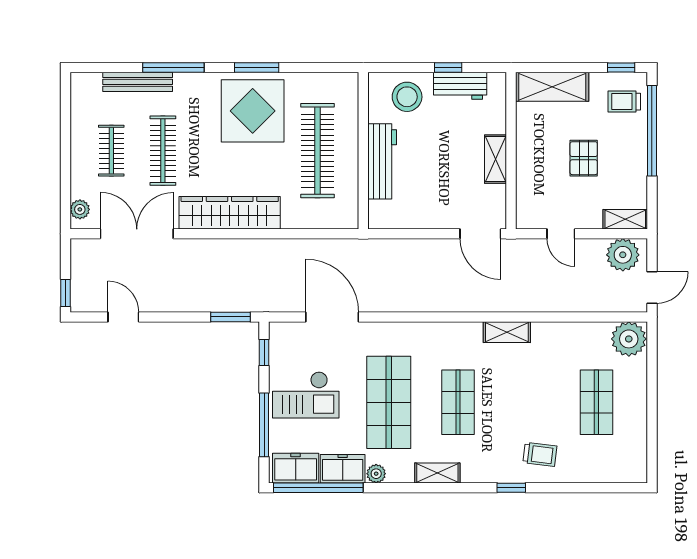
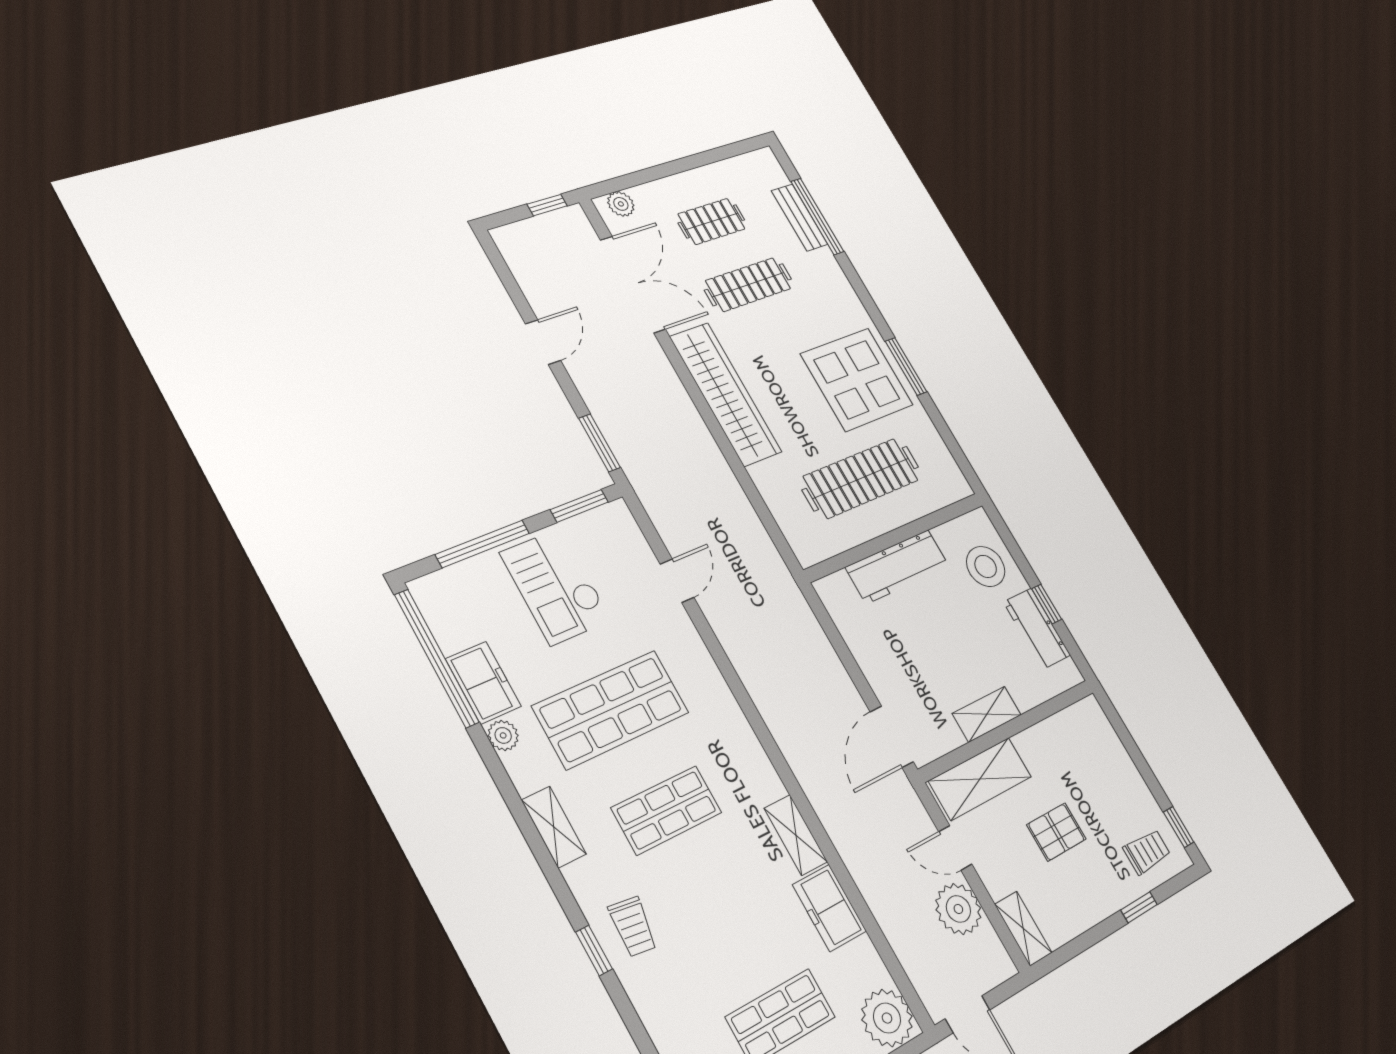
window: (173, 67) -> (817, 216), moved
bench: (138, 82) -> (800, 218), width x0.73
shelving: (552, 87) -> (980, 779), moved, turned 90
trolley: (624, 102) -> (1147, 852), turned 90
window: (652, 131) -> (1139, 907), width x0.32
door: (561, 234) -> (955, 848), hinge flipped
plant: (623, 255) -> (958, 909), moved
window: (65, 293) -> (547, 205), moved
door: (123, 317) -> (543, 342), moved
door: (332, 317) -> (677, 581), width x0.53
window: (264, 353) -> (579, 506), width x1.50
trolley: (540, 454) -> (633, 927), moved
freezer: (296, 468) -> (829, 908), moved, turned 180

